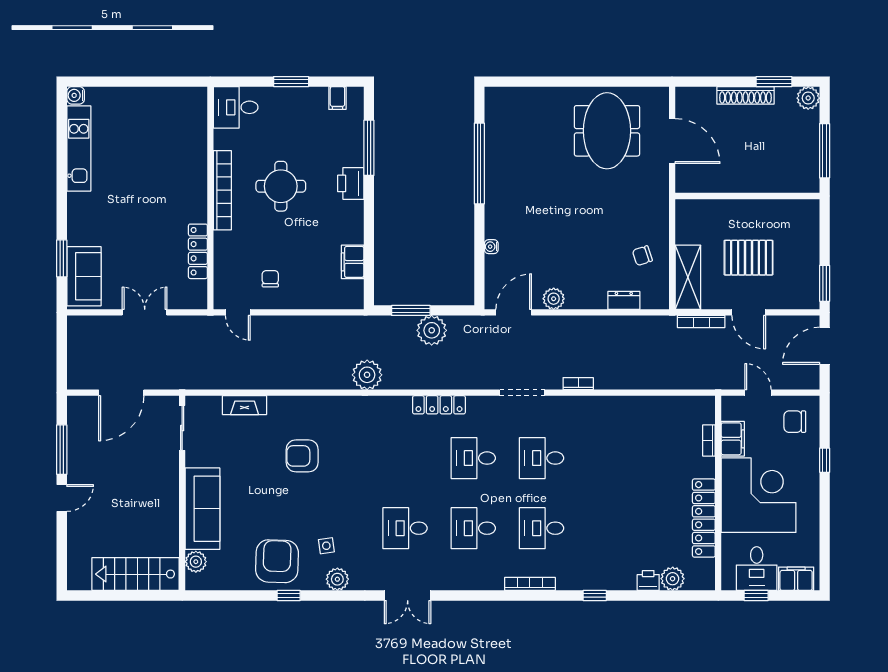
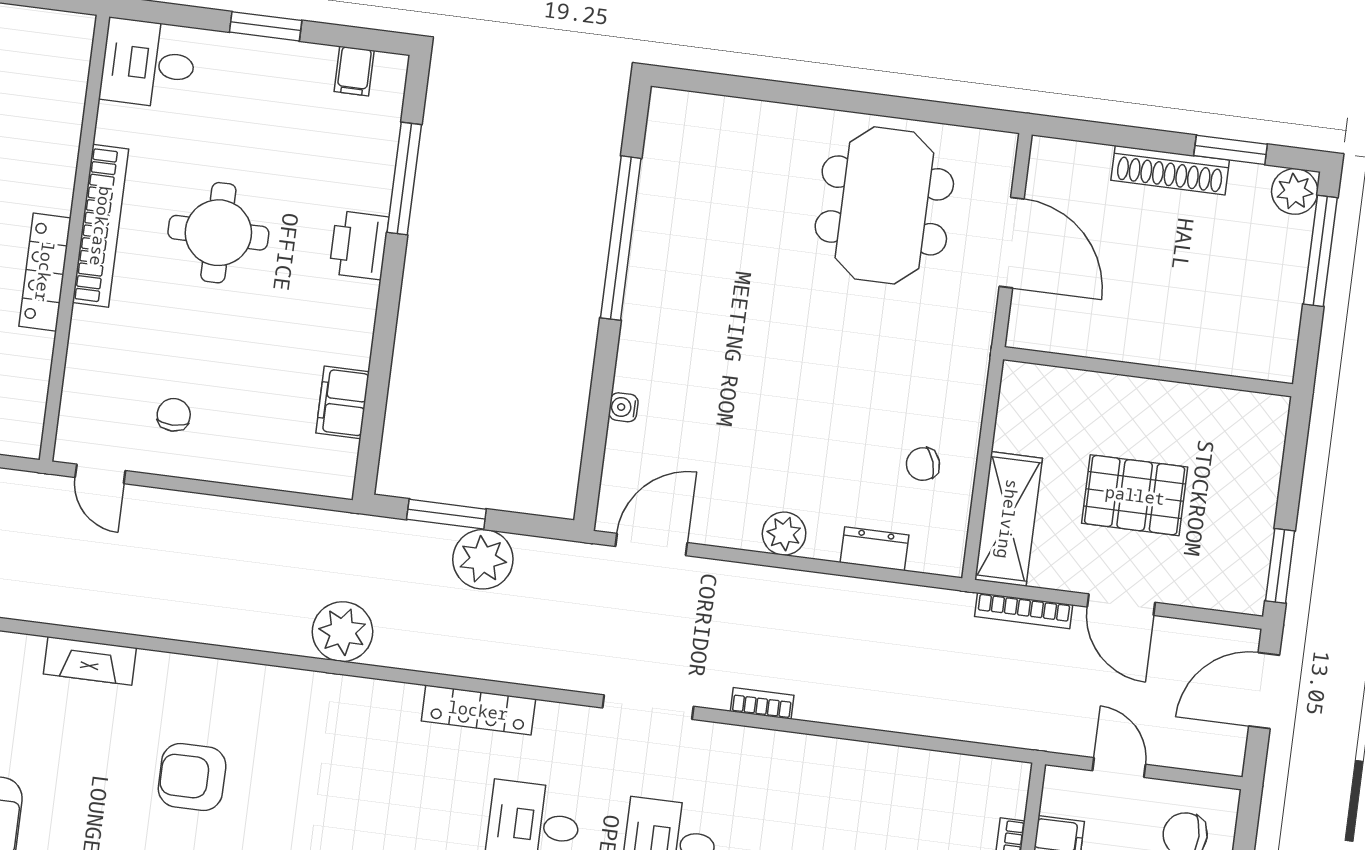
window: (825, 151) -> (1320, 251), moved
locker: (198, 251) -> (45, 272), moved
plant: (554, 299) -> (784, 534), moved

